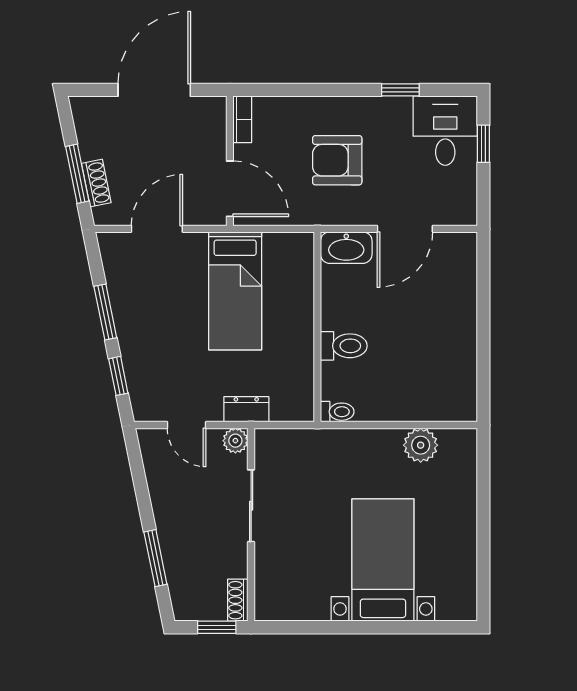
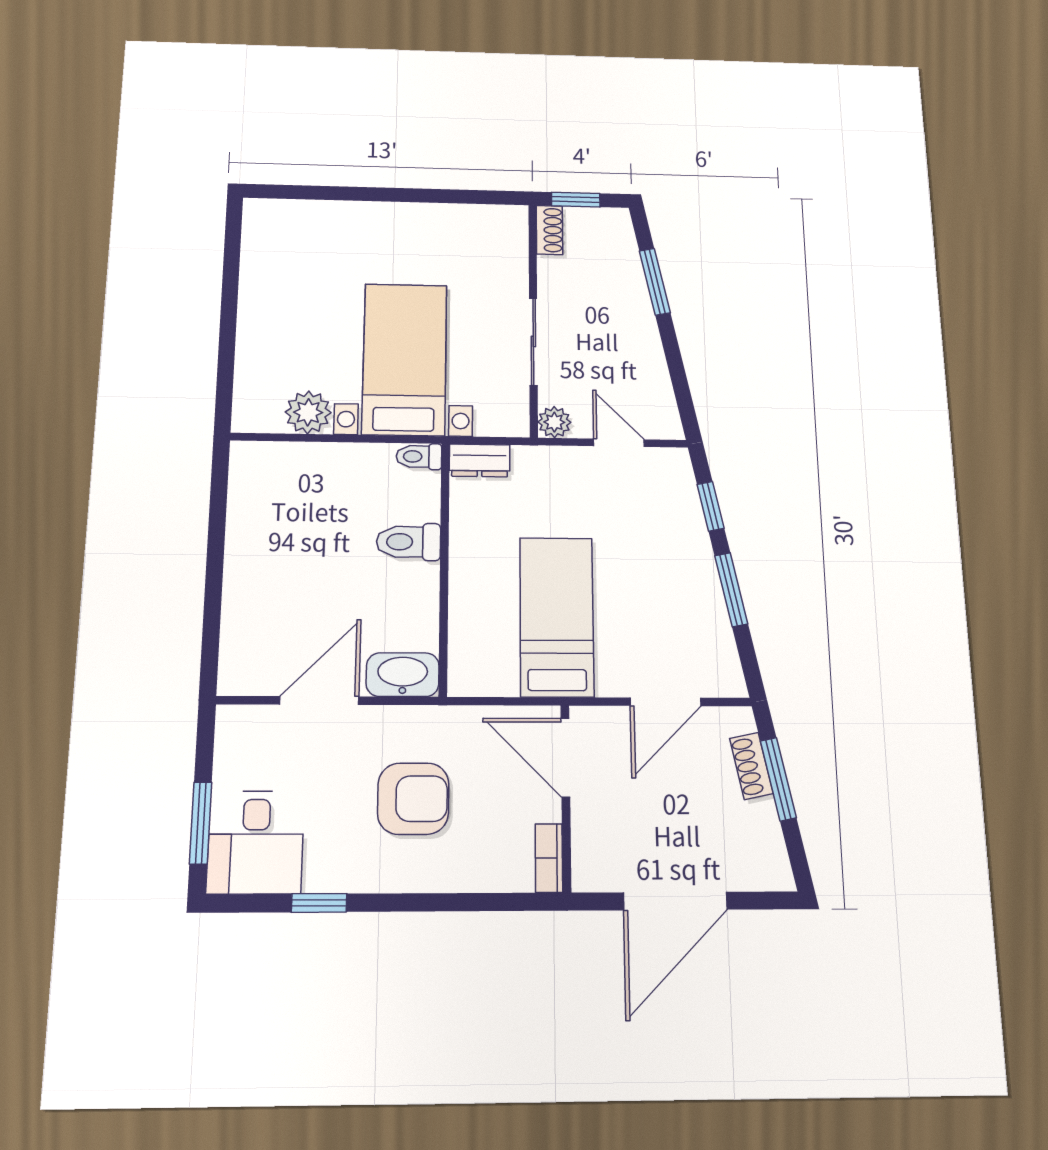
window: (483, 144) -> (201, 823), width x1.50
dresser: (246, 409) -> (480, 460), moved
bed with nightstands: (383, 560) -> (405, 359), moved, turned 180

